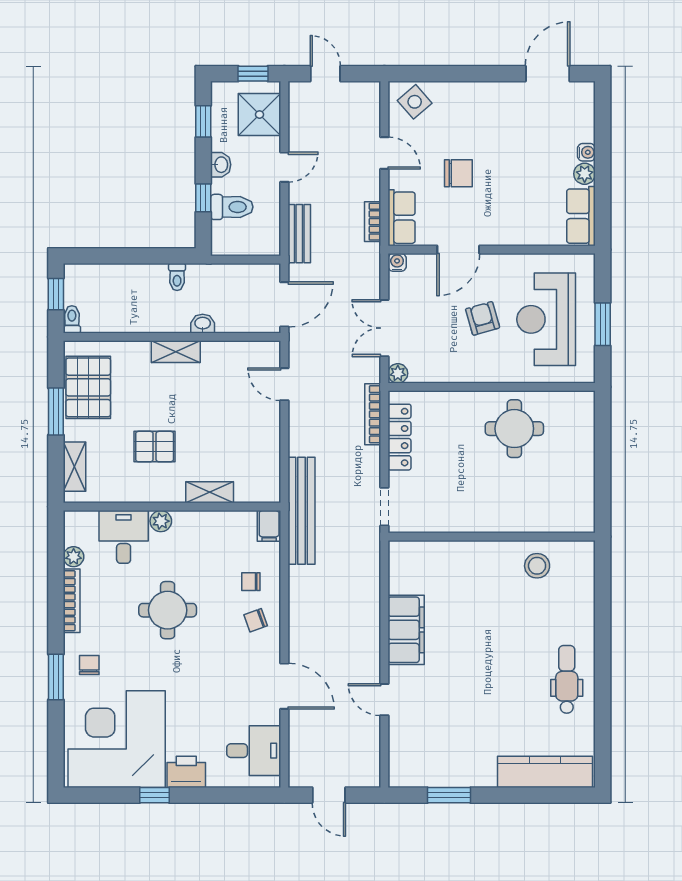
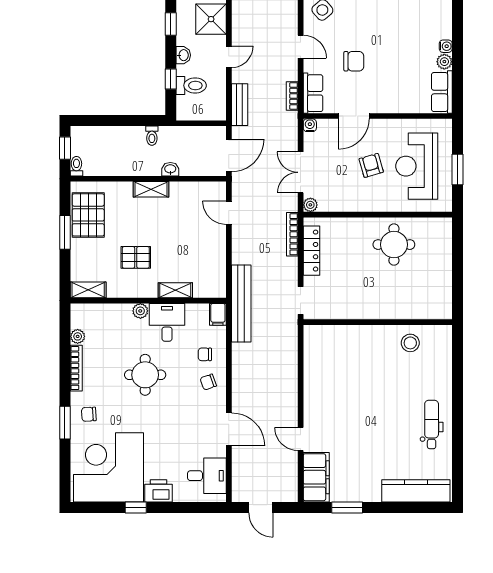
shelving: (75, 467) -> (88, 290), moved, turned 90
desk: (124, 537) -> (167, 322), moved
filing cabinet: (406, 630) -> (316, 477), moved
chair: (89, 665) -> (89, 414), turned -93

